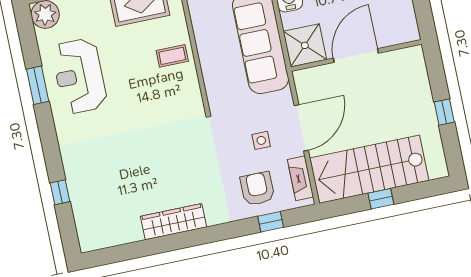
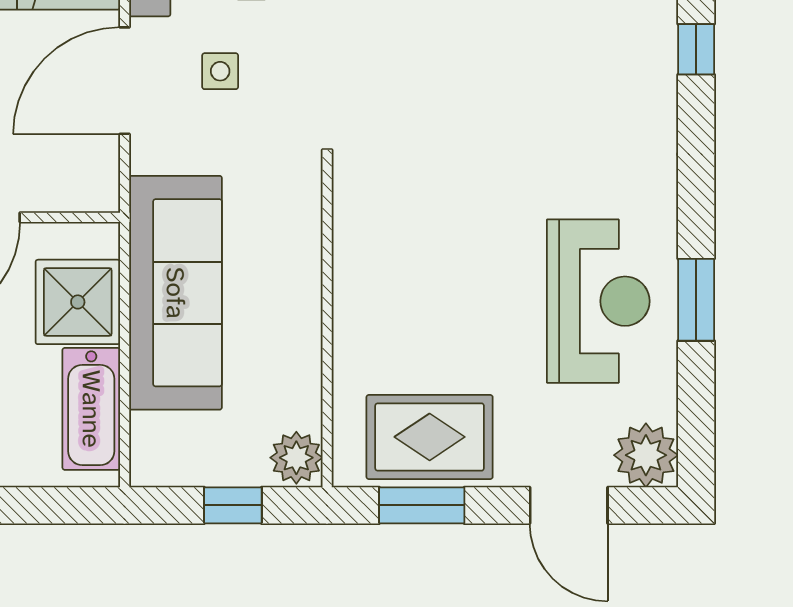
shower: (305, 45) -> (78, 302), moved
coffee table: (172, 56) -> (380, 303), removed

